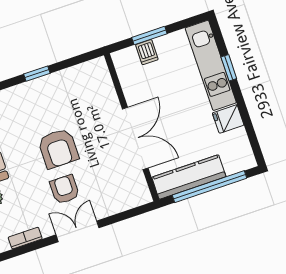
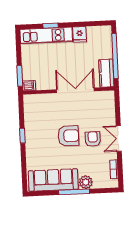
window: (149, 36) -> (20, 76), moved
dishwasher: (147, 52) -> (29, 86), moved
kitchen counter: (189, 177) -> (106, 73), width x0.67
armchair: (65, 189) -> (93, 139), turned 90

